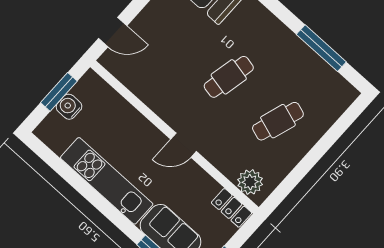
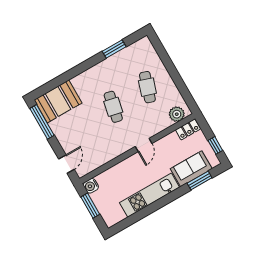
window: (321, 48) -> (114, 49), width x0.69
water cooler: (69, 107) -> (91, 186), moved

